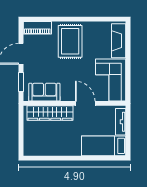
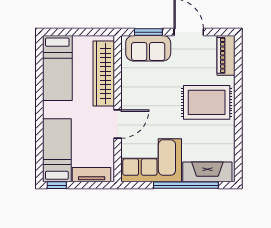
window: (128, 56) -> (186, 185), added
sofa: (44, 92) -> (148, 48), moved, turned 90
bed: (46, 146) -> (57, 68), added
window: (128, 146) -> (57, 185), added

